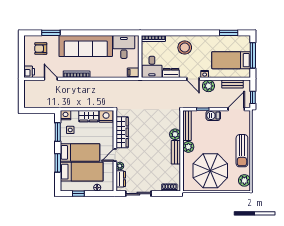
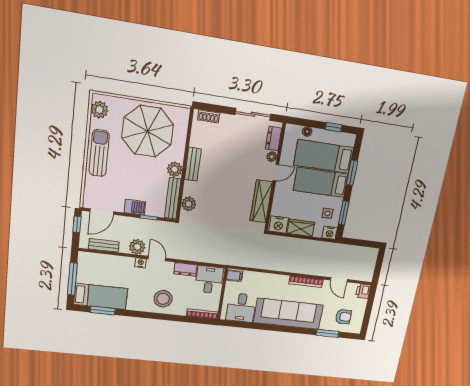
bed: (231, 60) -> (101, 296), moved
plant: (175, 134) -> (189, 204), moved

